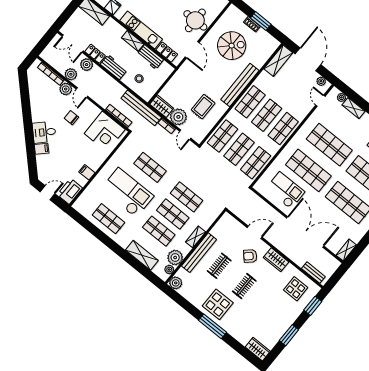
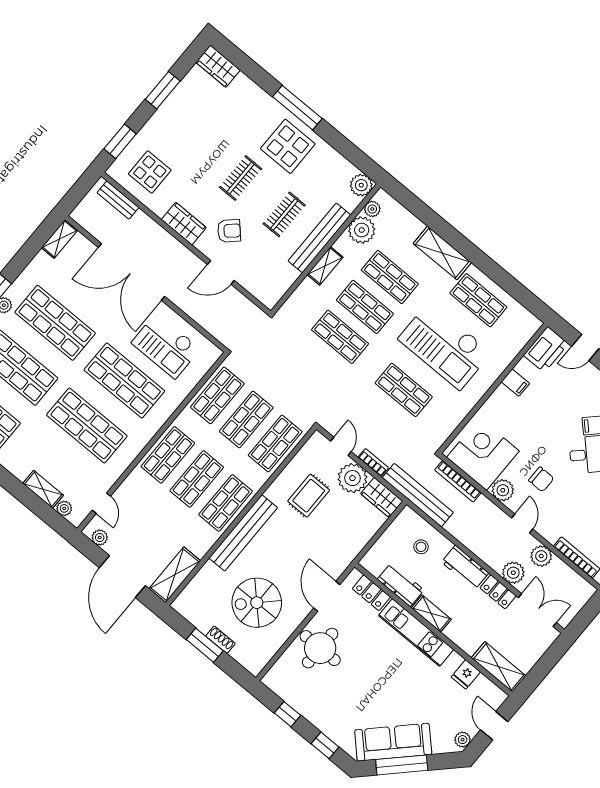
plant: (66, 89) -> (503, 490), moved
shelving: (142, 255) -> (442, 253), moved

